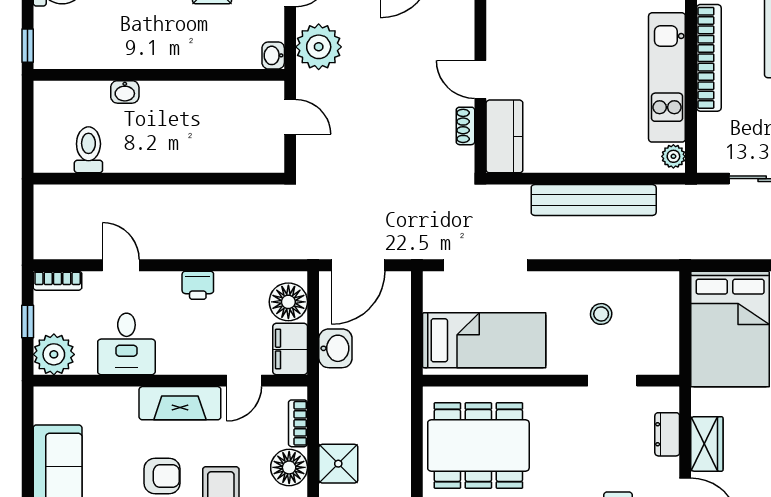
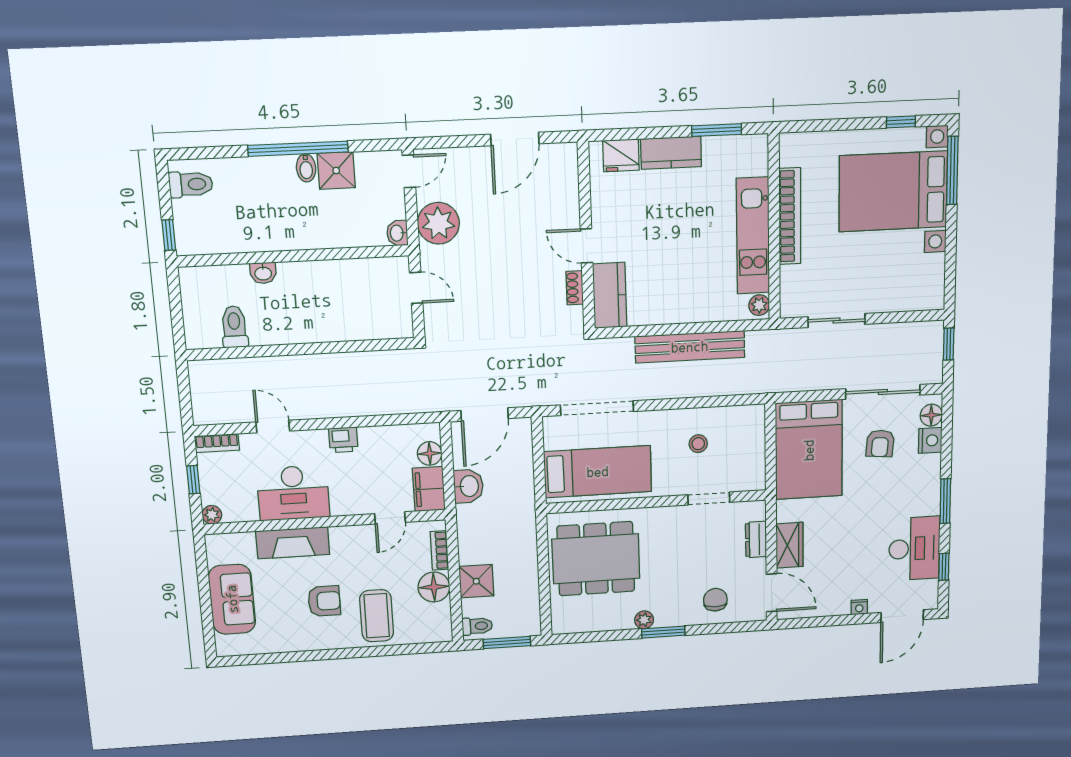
floor lamp: (288, 302) -> (430, 453), width x0.73, depth x0.73
desk: (126, 344) -> (293, 493), width x1.37
plant: (54, 354) -> (212, 515), width x0.53, depth x0.53
fireplace: (180, 403) -> (293, 543), moved

